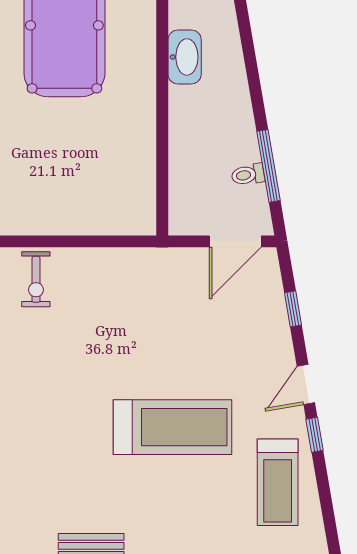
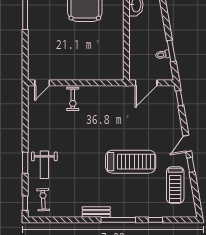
window: (268, 166) -> (171, 51), width x0.69
door: (235, 241) -> (146, 83), moved
window: (293, 309) -> (179, 98), moved

